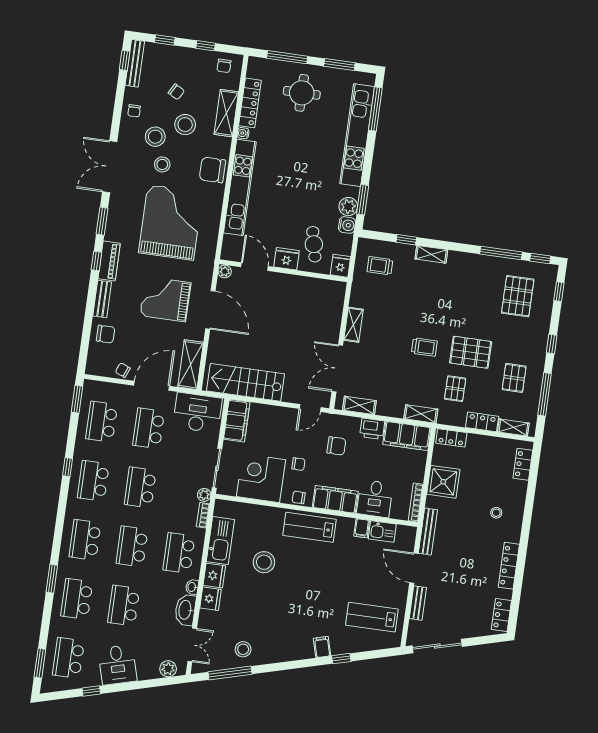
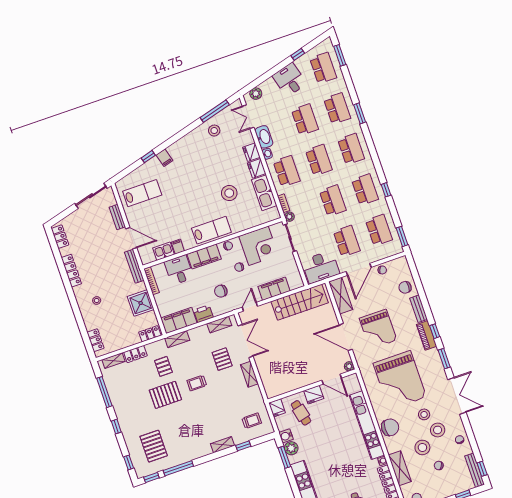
grand piano: (165, 299) -> (378, 329), turned 90
pallet: (514, 378) -> (222, 359), moved
filing cabinet: (237, 421) -> (274, 289), moved, turned 90

